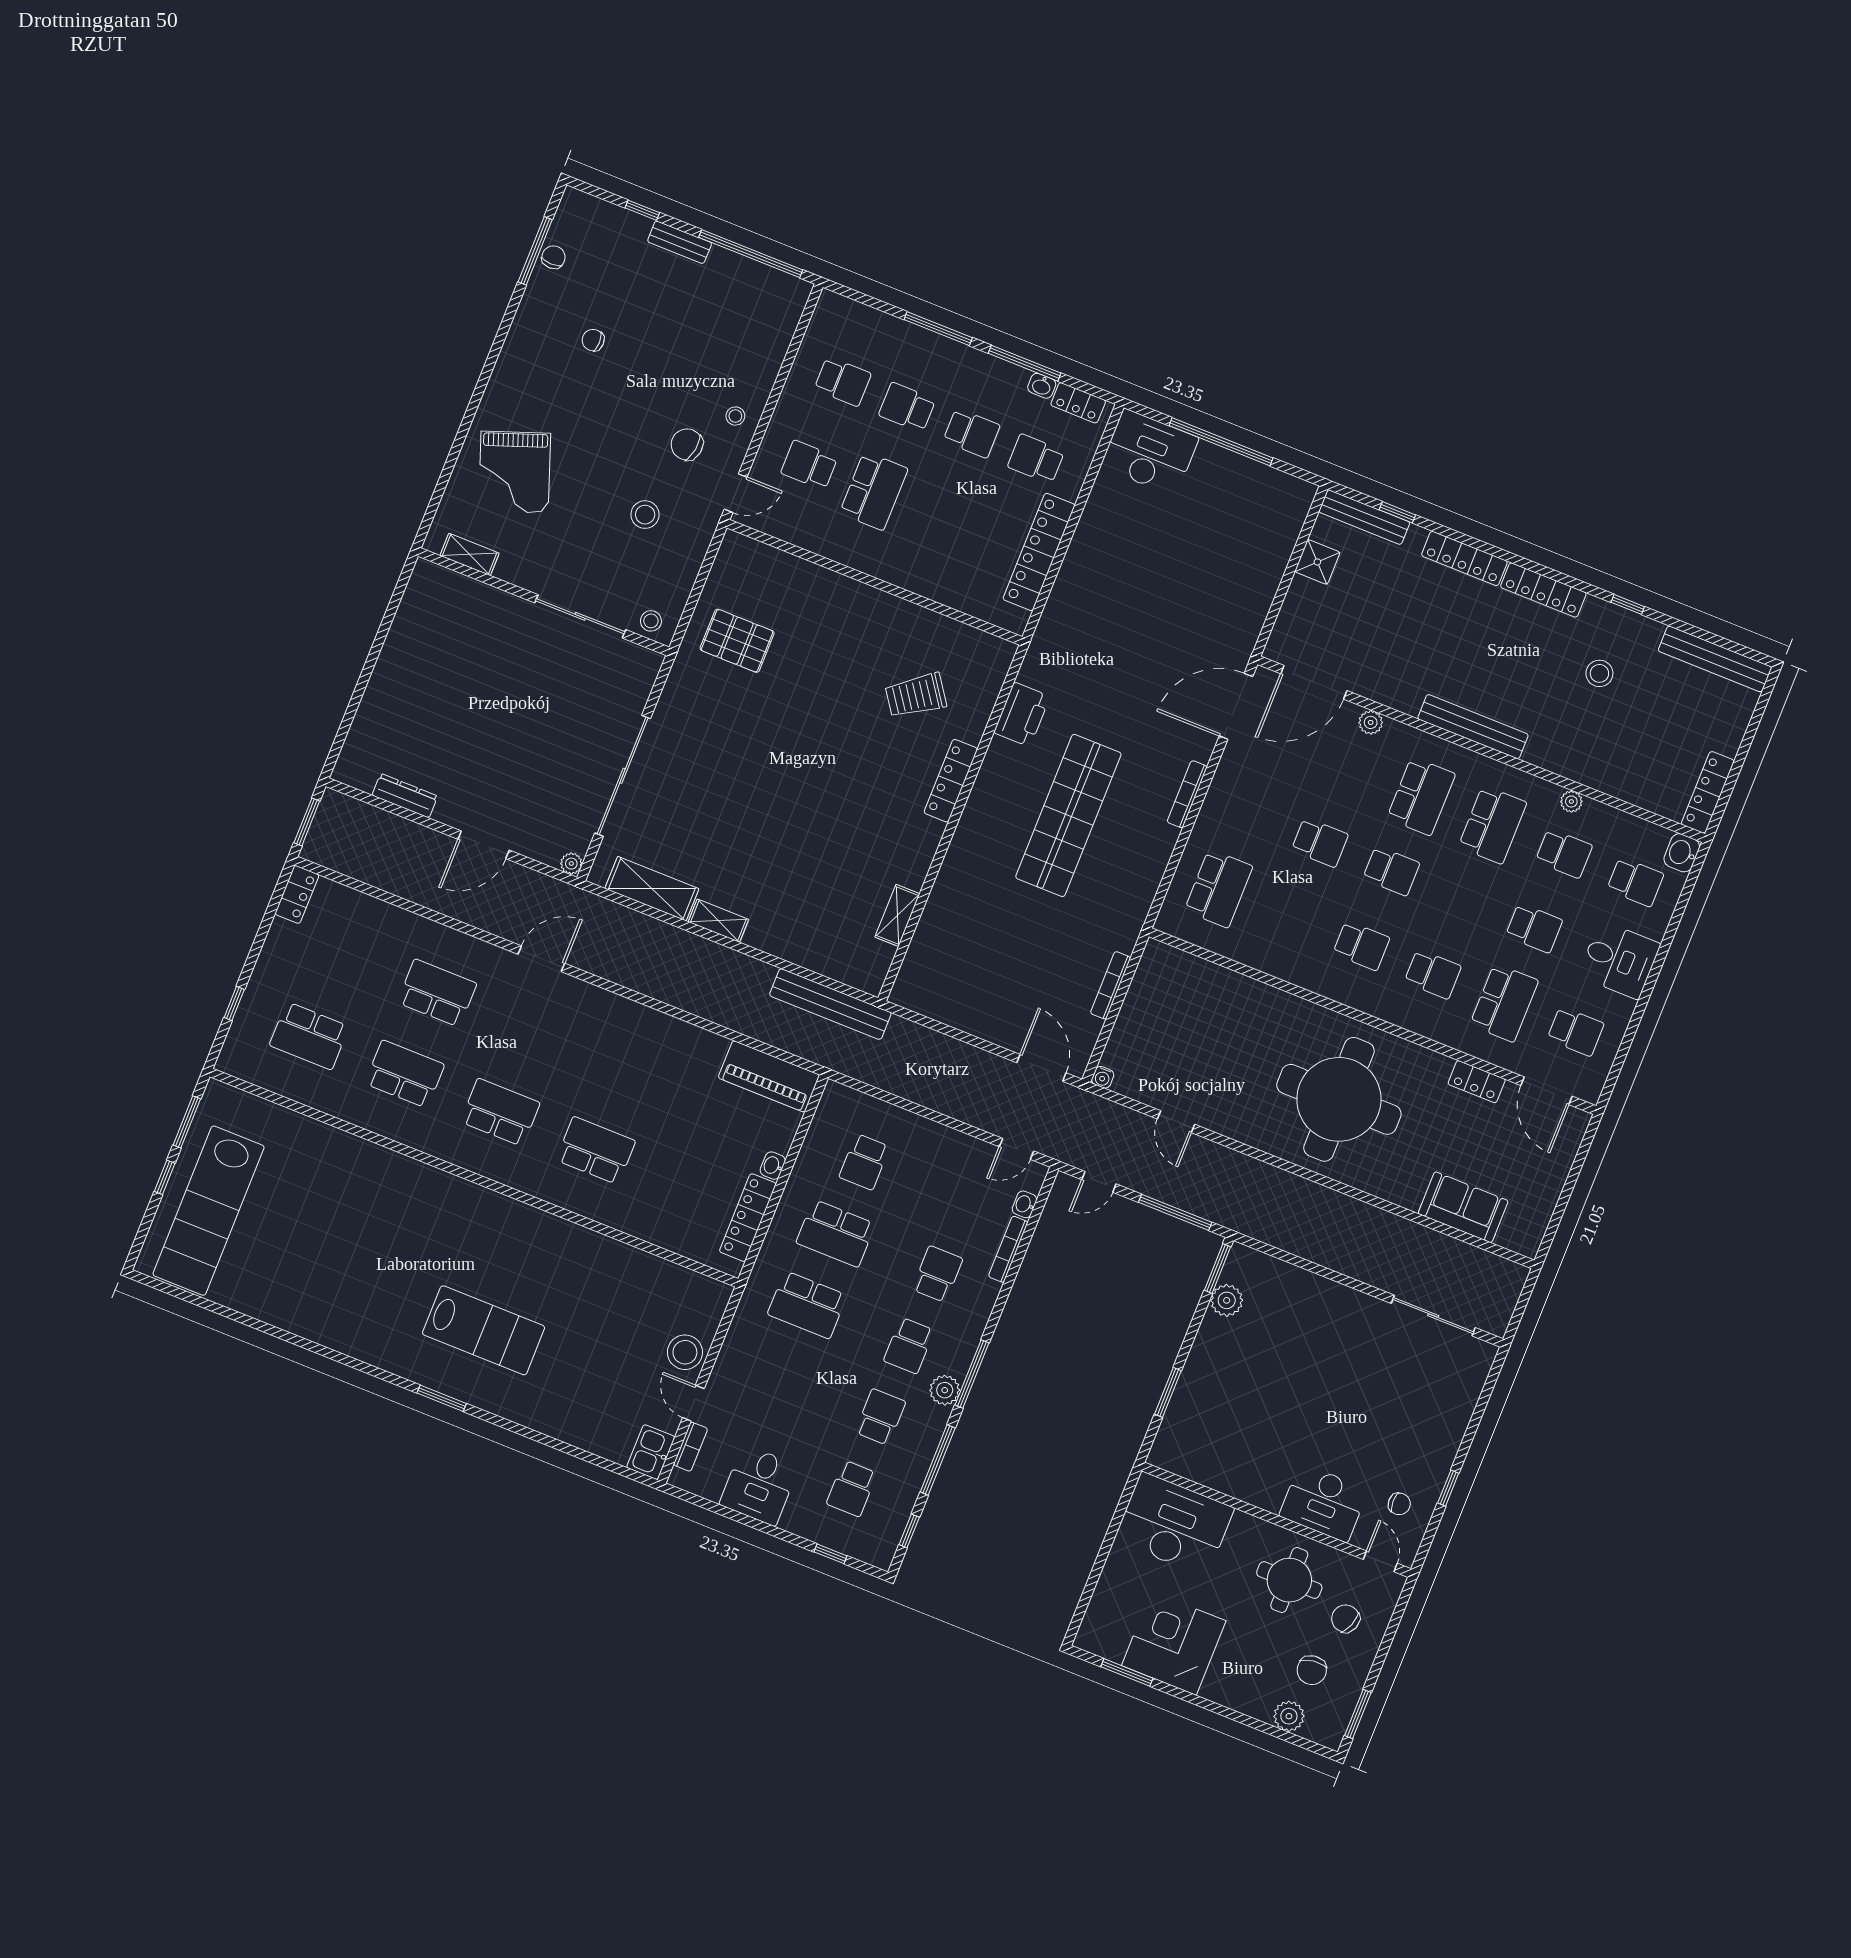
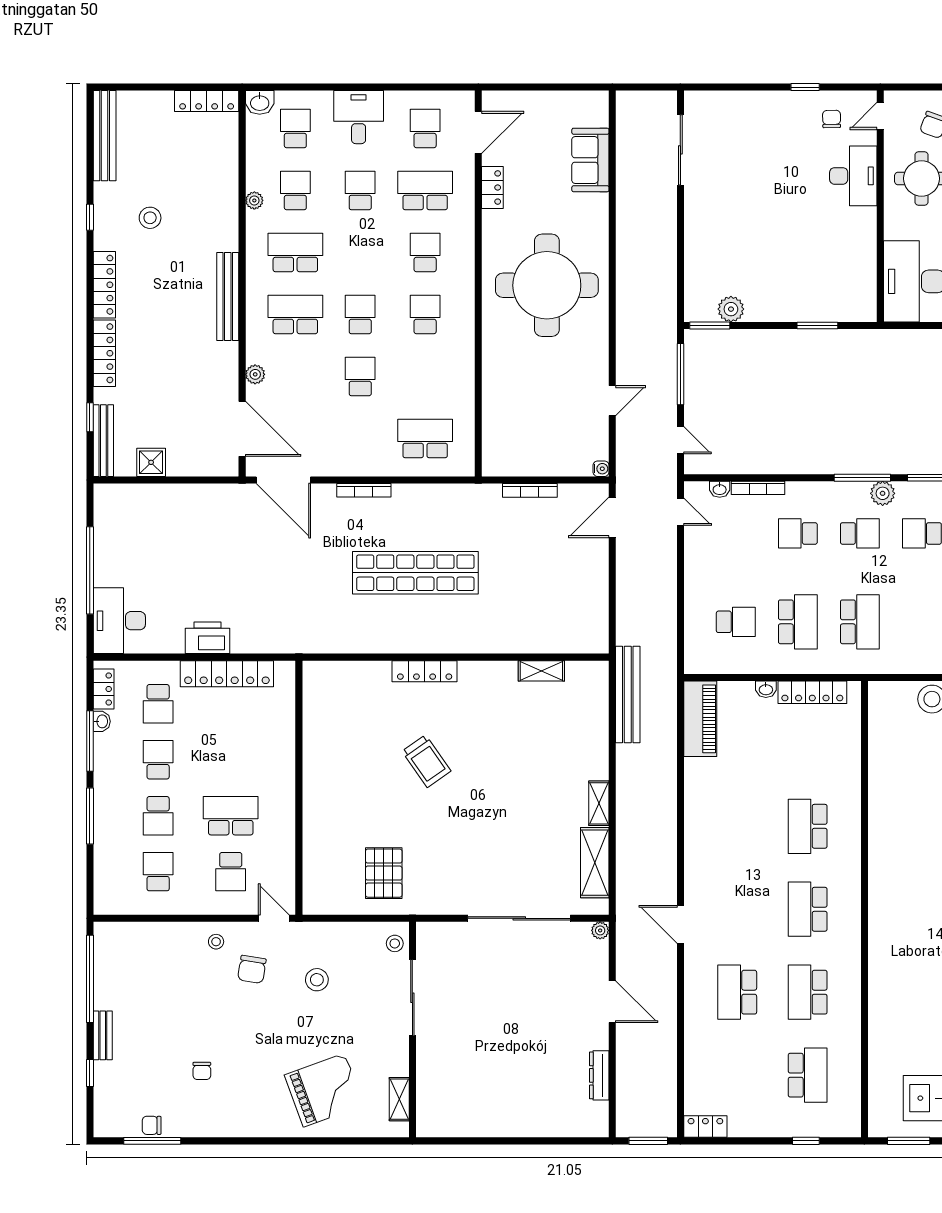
trolley: (916, 695) -> (426, 761), moved
printer: (1022, 714) -> (208, 638), moved

